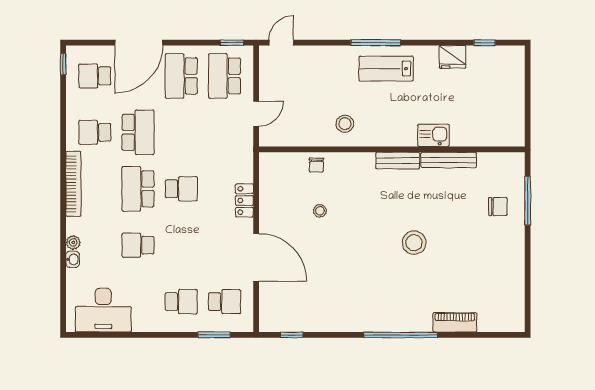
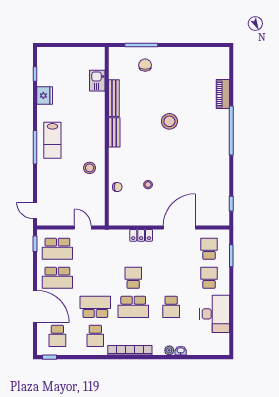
kitchen sink: (433, 135) -> (97, 81), moved
desk: (103, 310) -> (215, 314), moved

